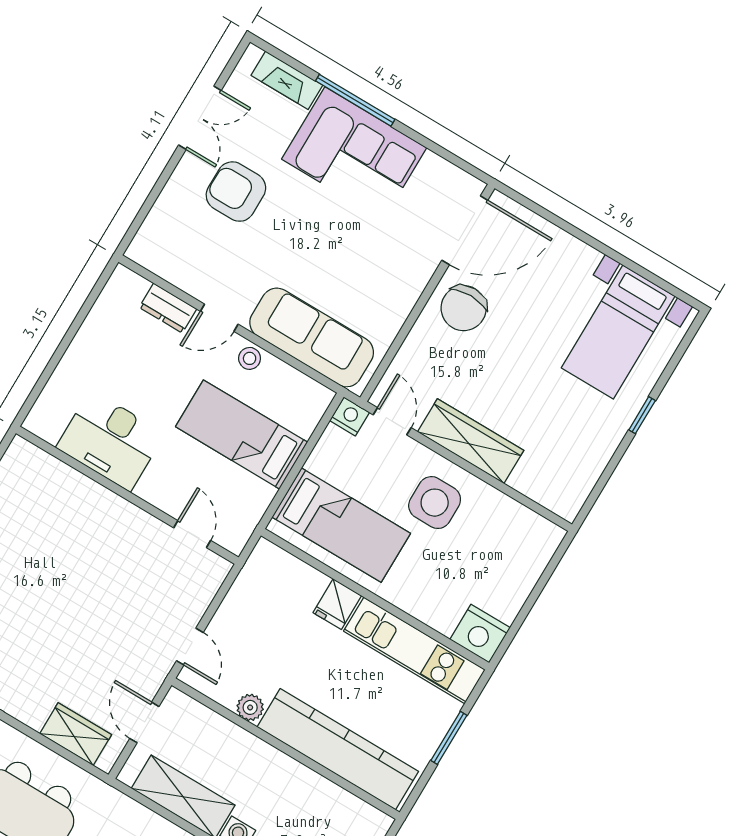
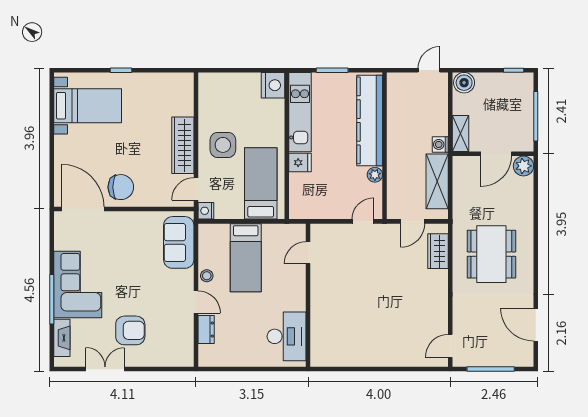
armchair: (236, 192) -> (130, 330), turned -90
sofa: (312, 337) -> (179, 242), width x0.73
desk: (110, 441) -> (287, 336), moved

